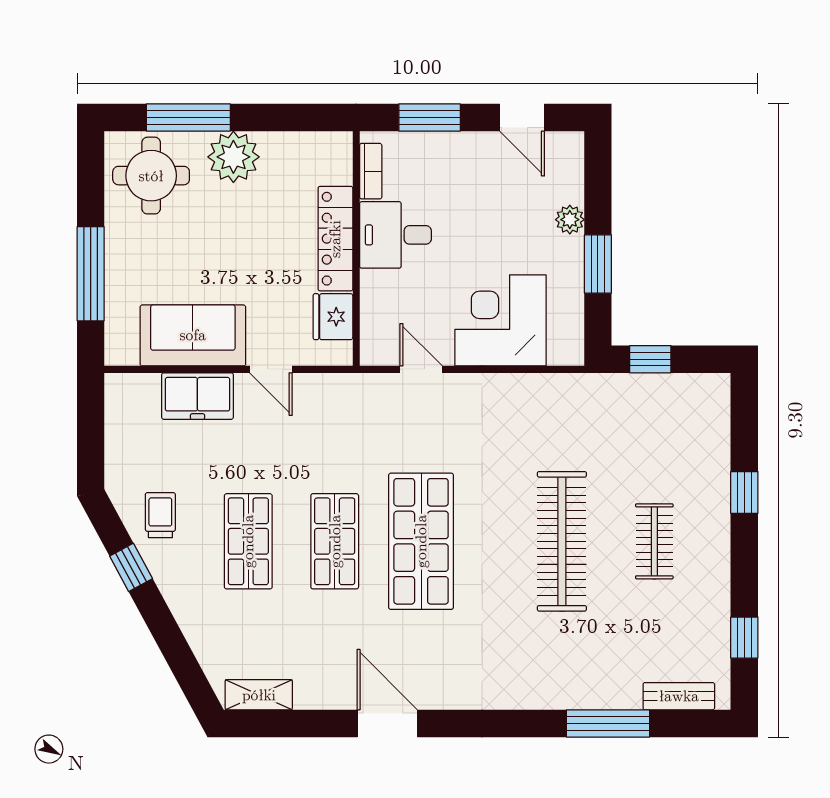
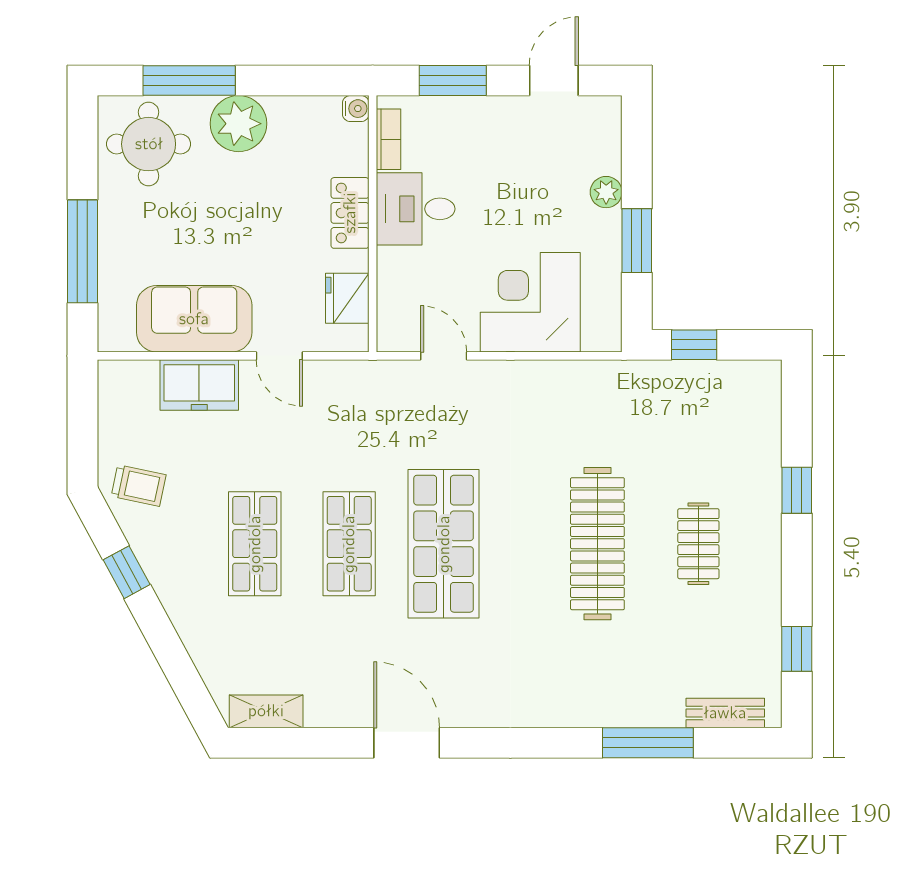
door: (522, 117) -> (554, 81), swing flipped
water cooler: (341, 143) -> (356, 109), added
locker: (335, 239) -> (350, 213), width x0.66
trolley: (160, 515) -> (139, 486), moved, turned 102

